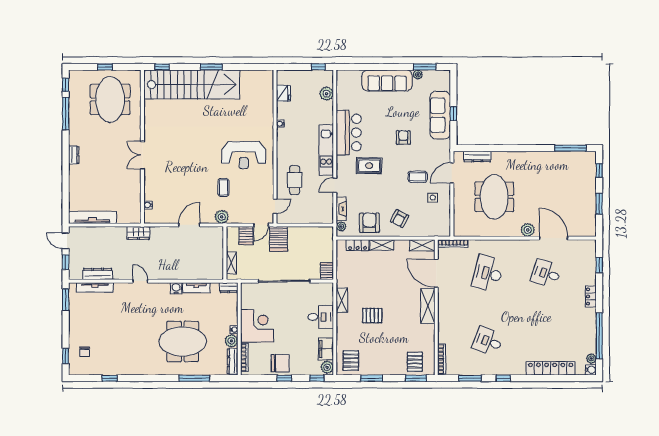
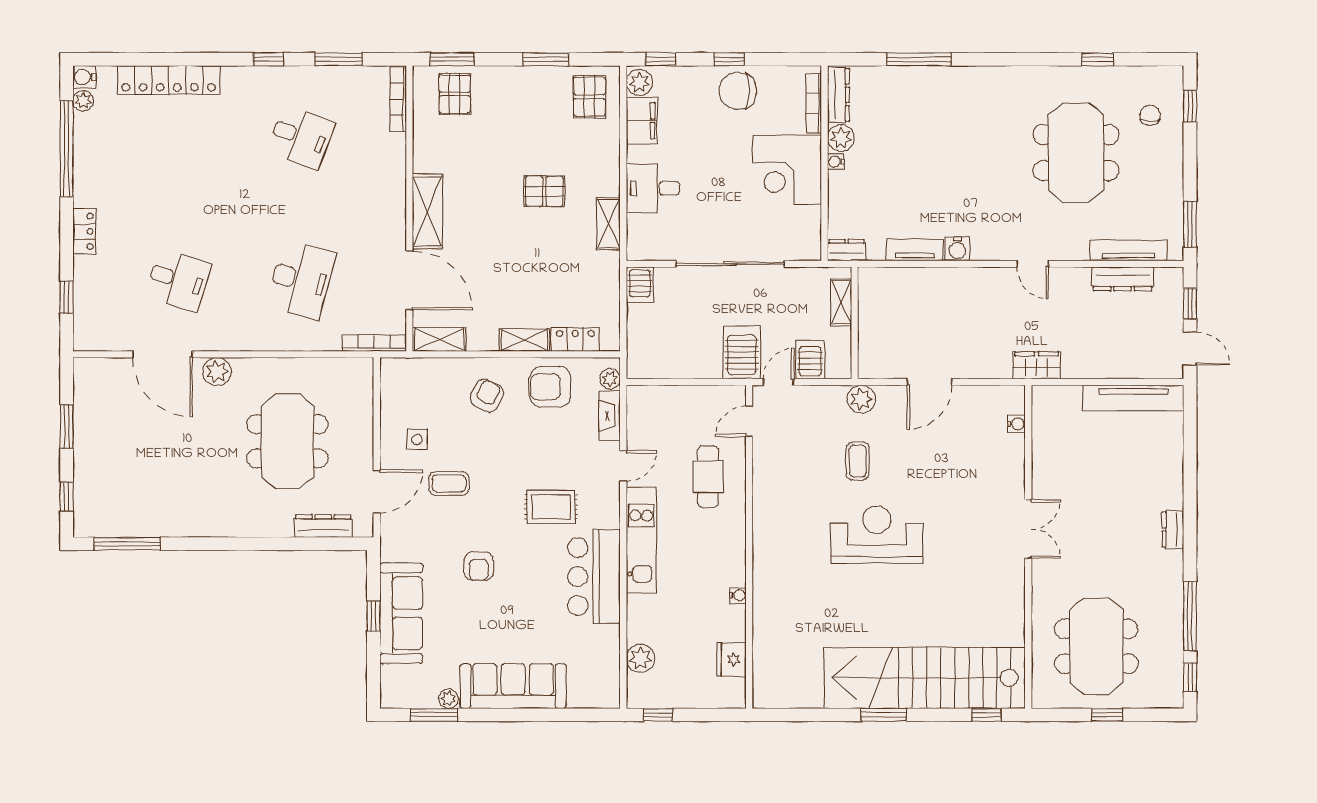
reception desk: (244, 155) -> (877, 535), moved
armchair: (369, 223) -> (550, 387), turned 90
meeting table: (183, 341) -> (1076, 153), moved, turned 90

